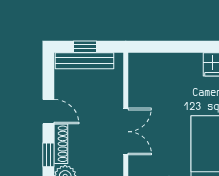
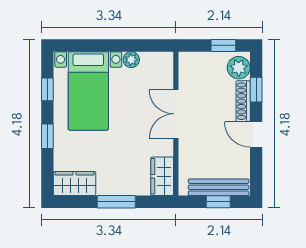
window: (183, 47) -> (116, 202), added
wardrobe: (139, 71) -> (162, 176), added

